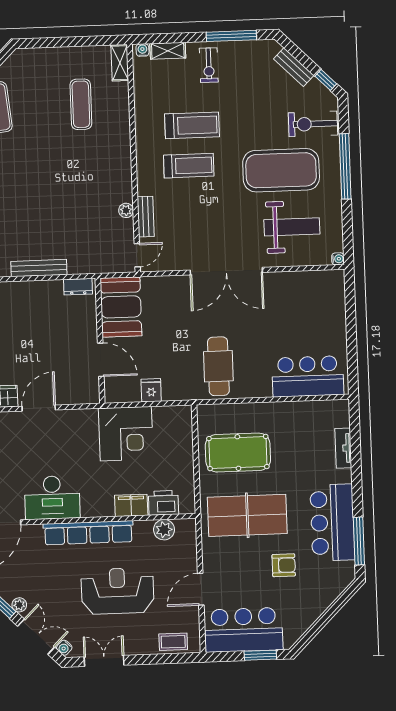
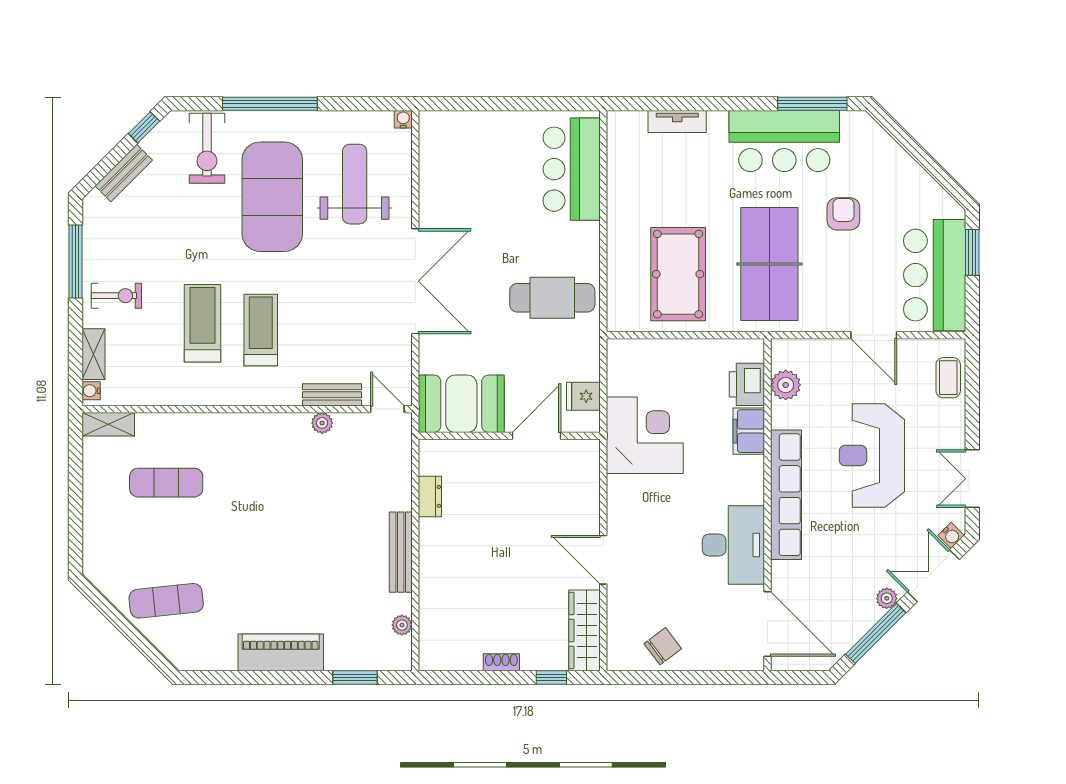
booth: (121, 307) -> (461, 404), moved
wall: (100, 341) -> (509, 436), moved
door: (101, 360) -> (537, 436), moved

